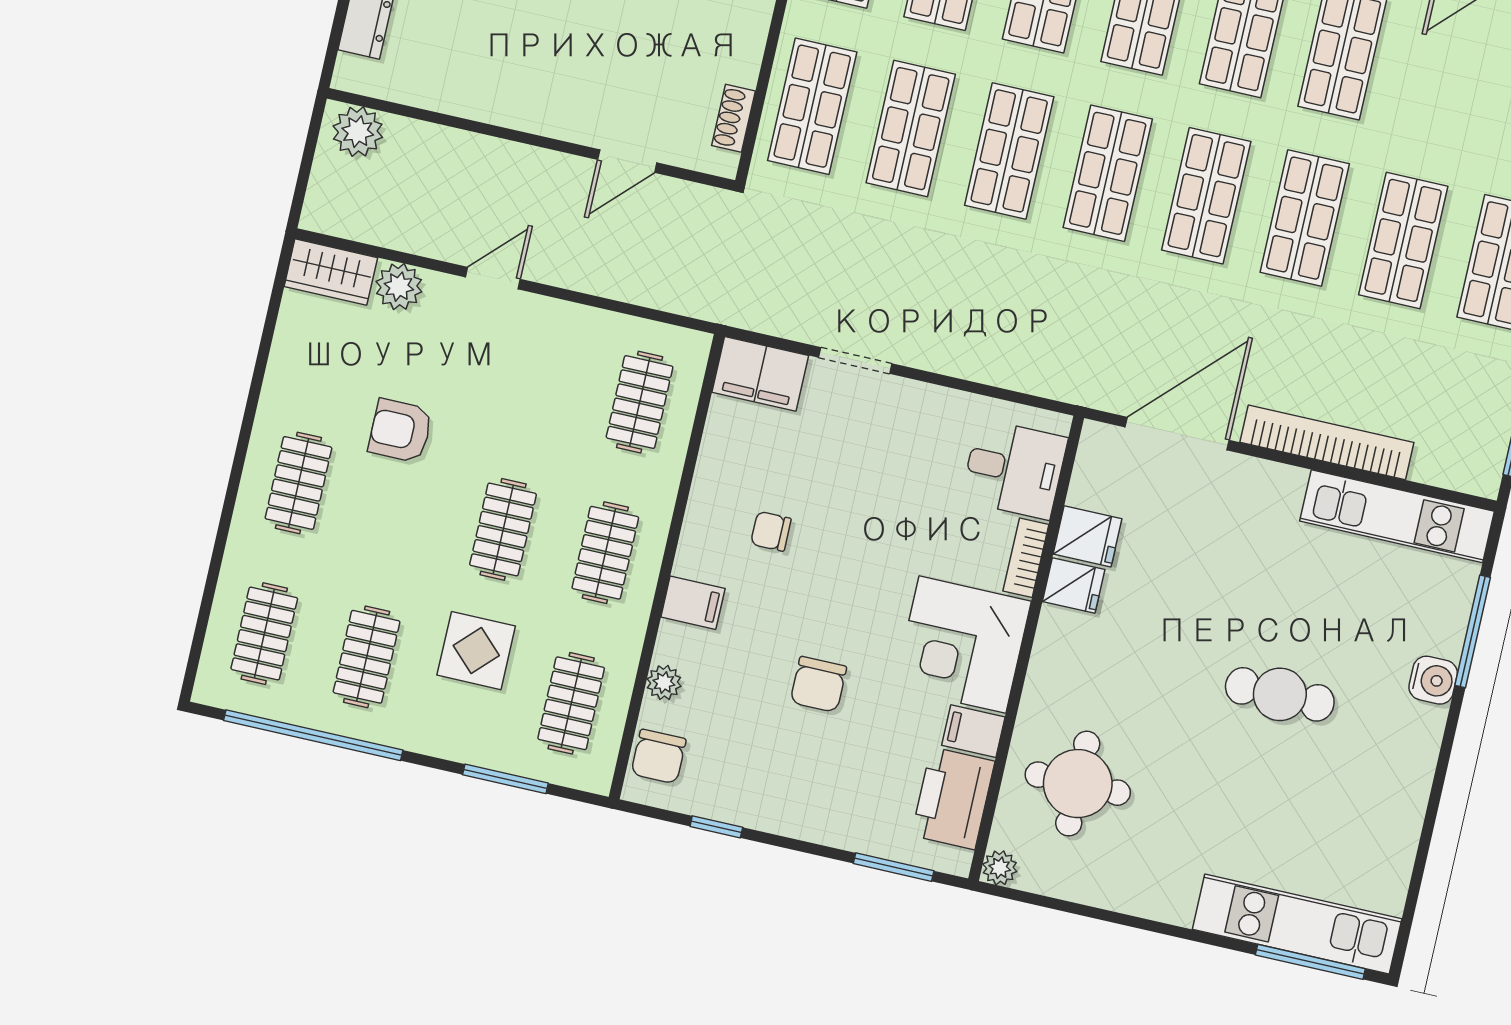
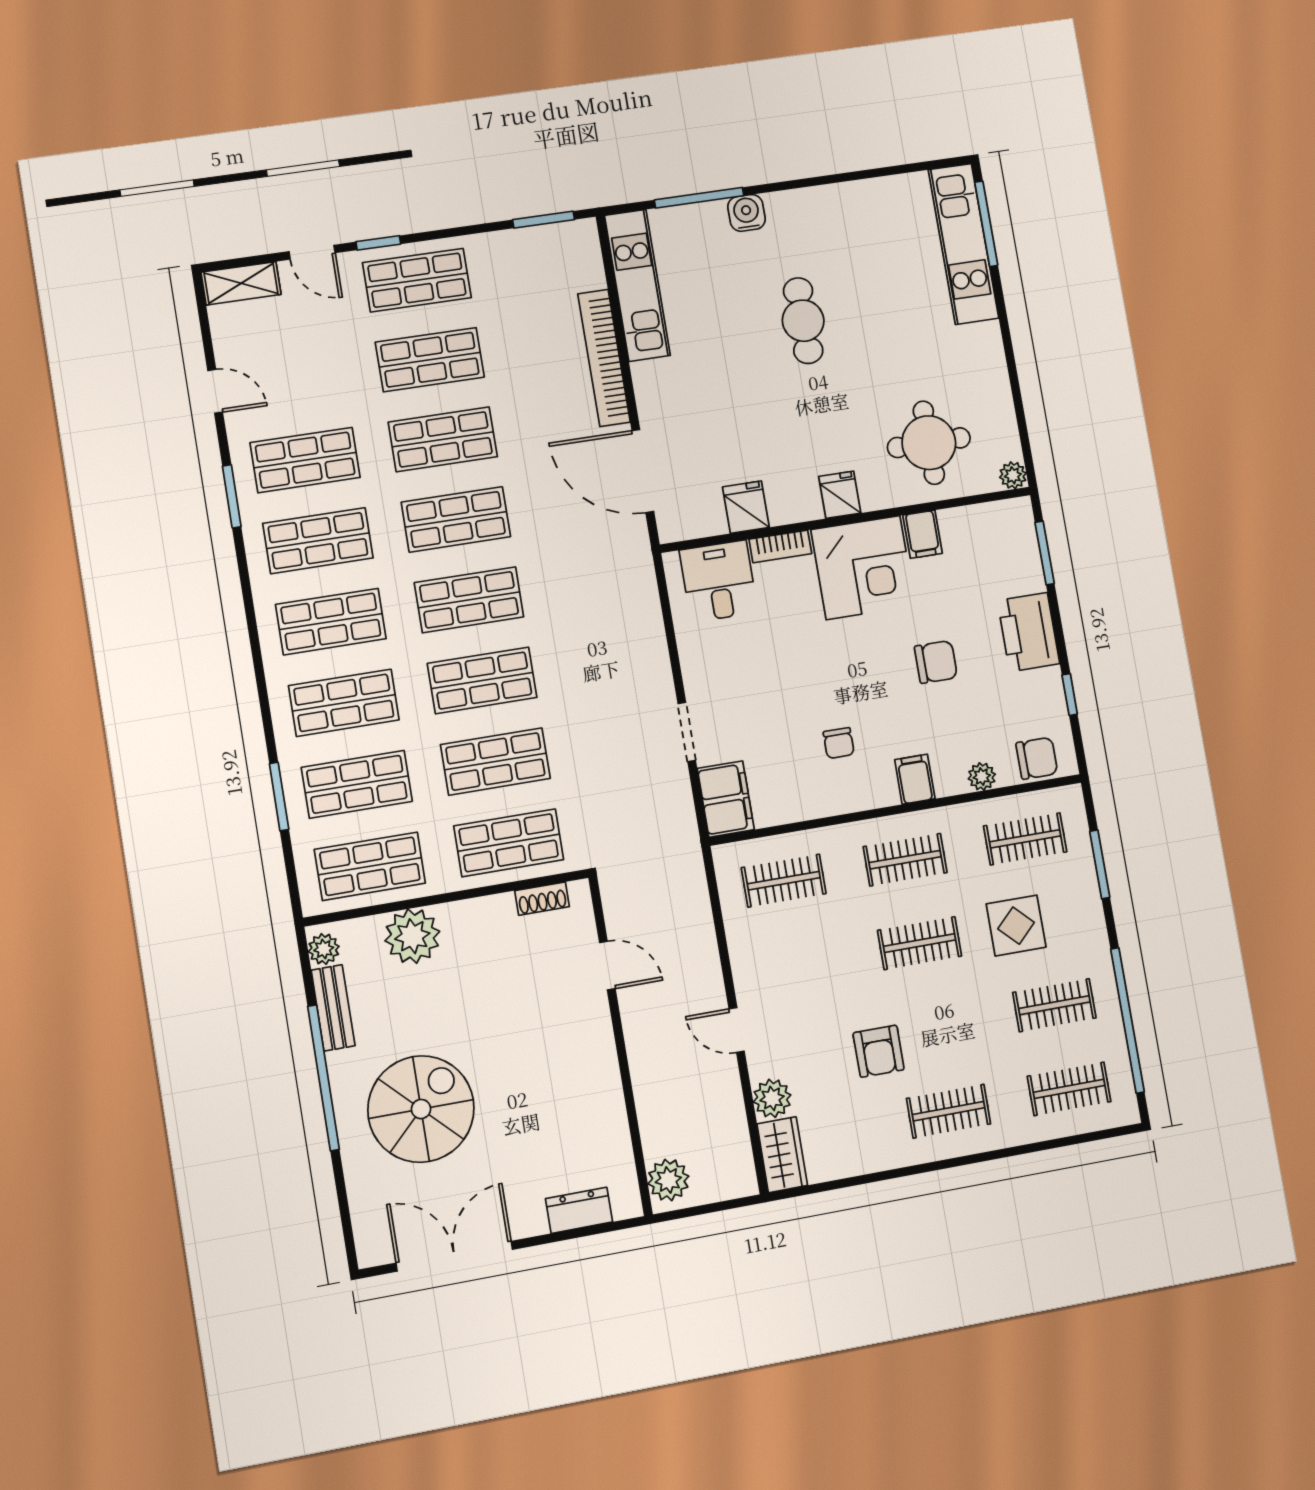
fridge: (1074, 586) -> (840, 495), moved
printer: (953, 798) -> (1029, 632), moved, turned 90

